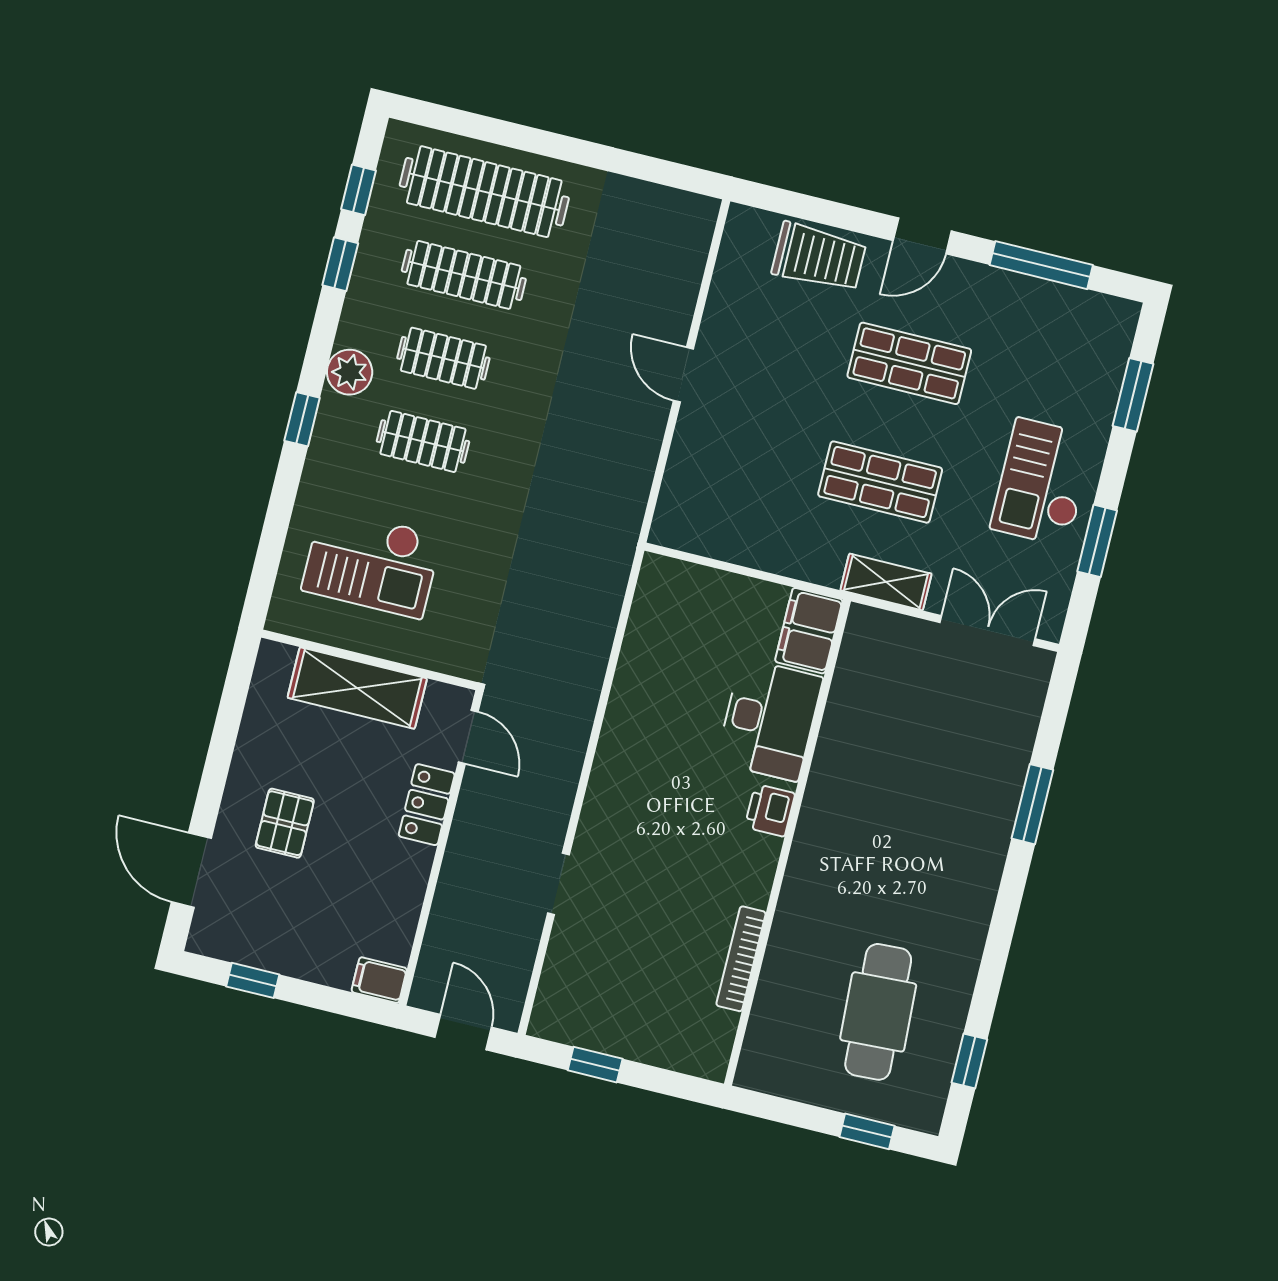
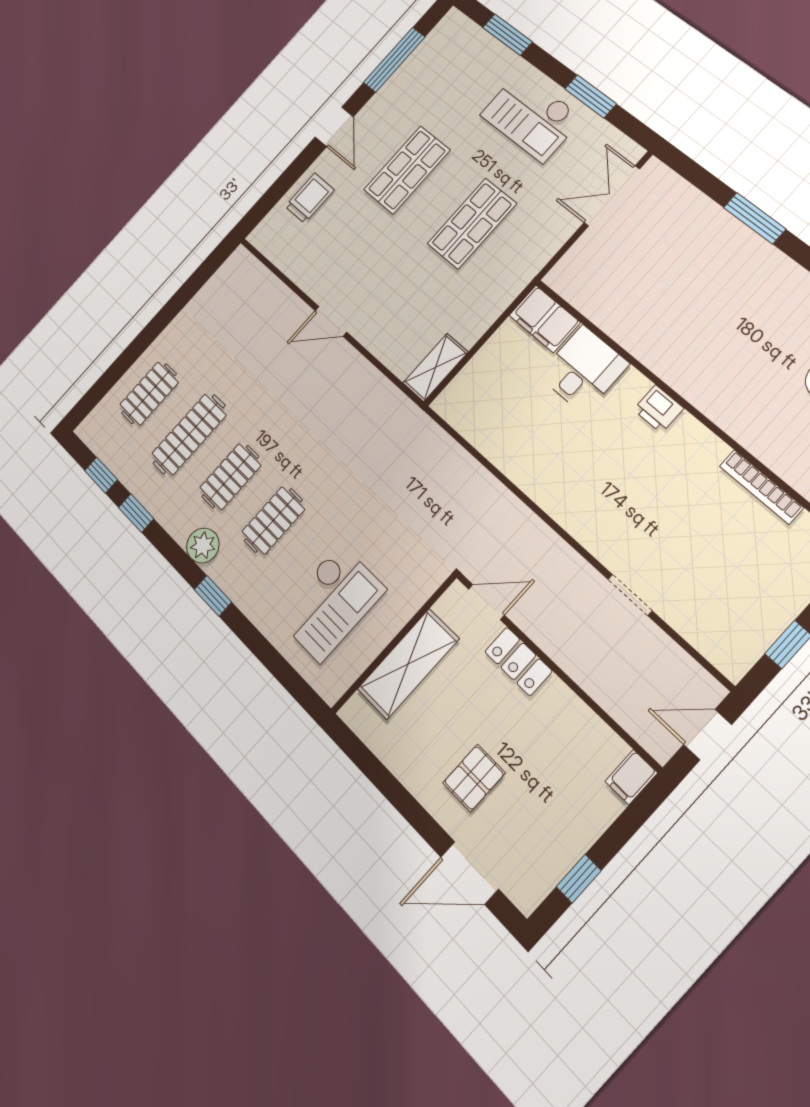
clothes rail: (484, 192) -> (149, 394), width x0.54, depth x0.76
trolley: (819, 257) -> (310, 198), width x0.73, depth x0.72
shelving: (886, 582) -> (435, 367), moved
desk: (769, 720) -> (583, 369), width x0.73
pallet: (285, 823) -> (474, 778), turned 90

